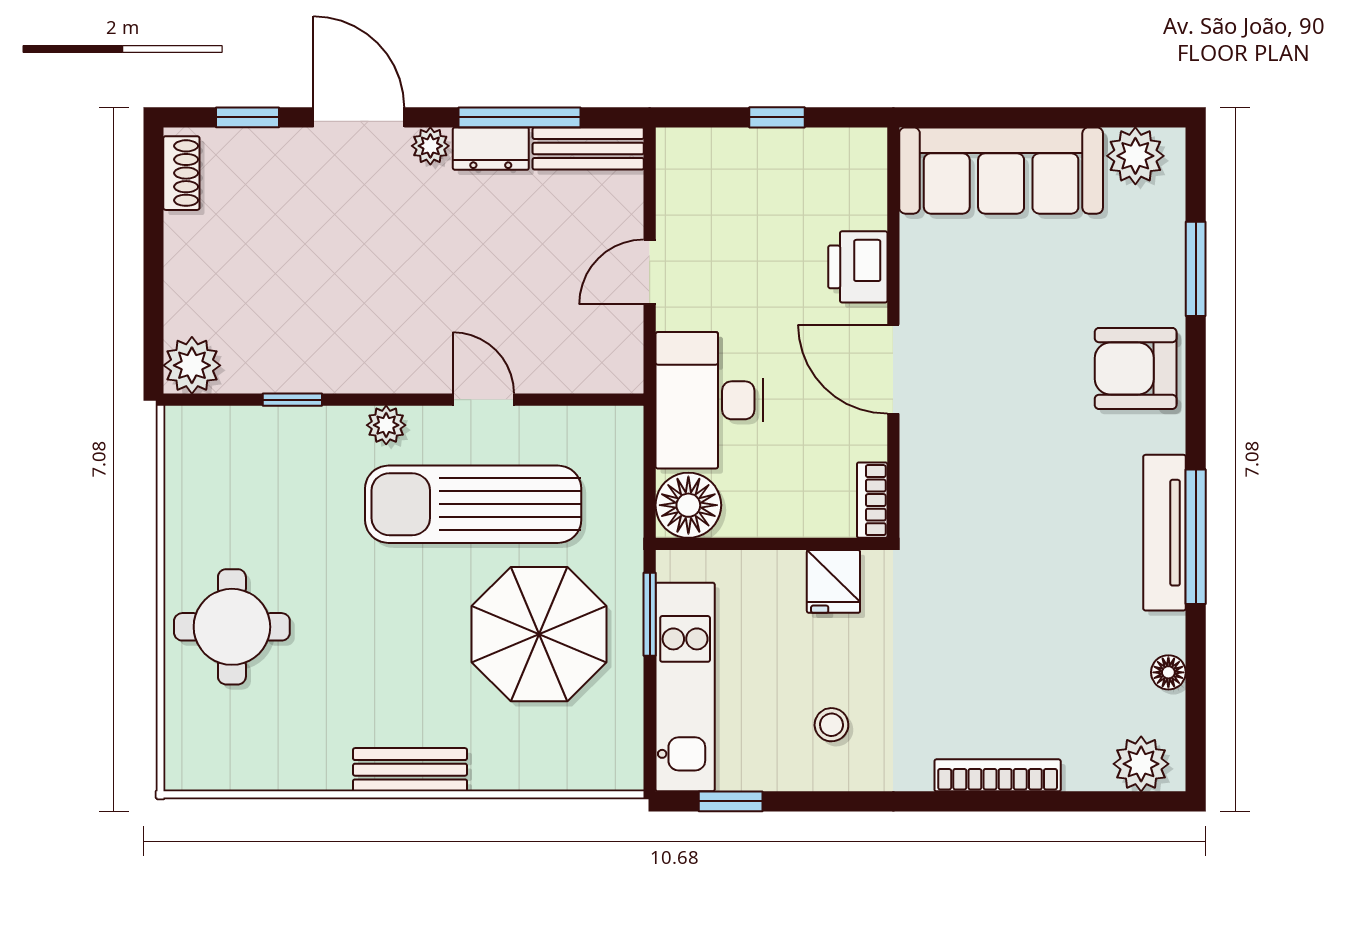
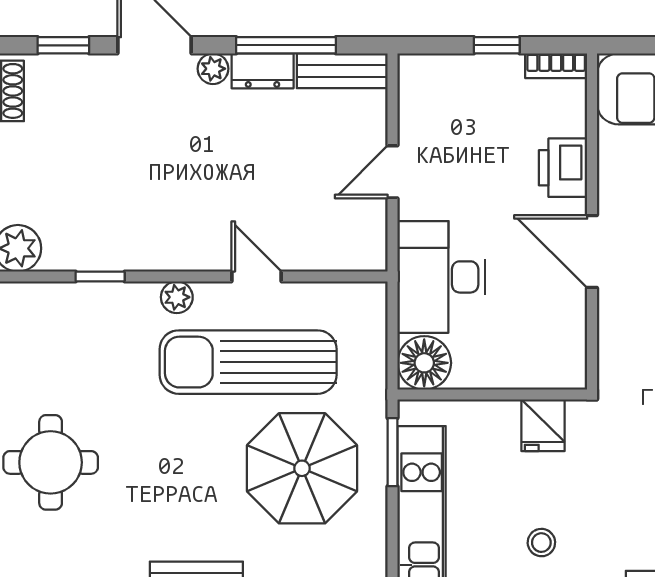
bookcase: (872, 500) -> (556, 66), moved, turned -90

